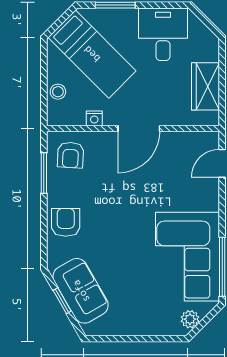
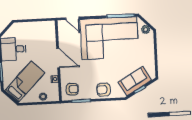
wardrobe: (206, 86) -> (37, 28), removed
corner sofa: (187, 257) -> (109, 38), width x1.36, depth x1.36

